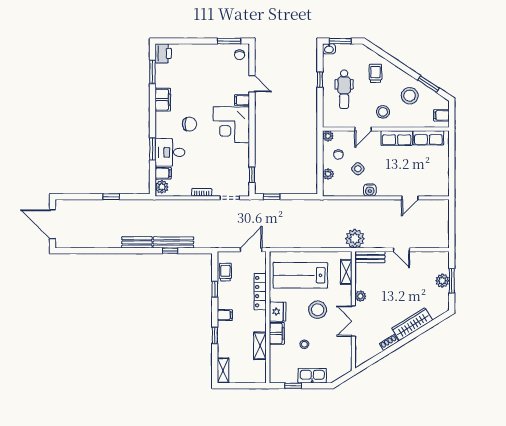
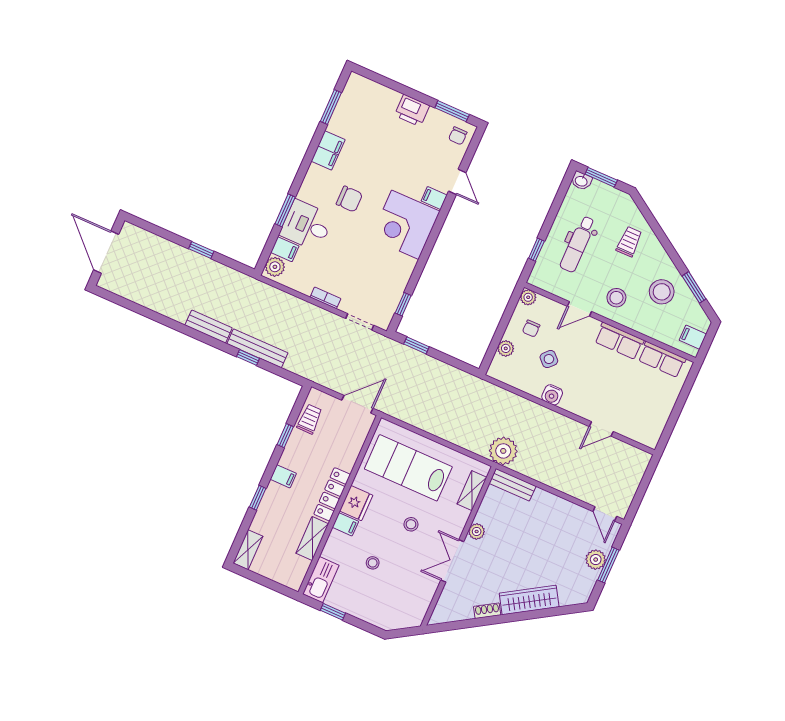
printer: (163, 53) -> (412, 110), moved, turned 90
window: (320, 80) -> (536, 250), moved
door: (401, 250) -> (605, 514), moved
locker: (260, 292) -> (332, 494), moved
stool: (318, 310) -> (411, 524), width x0.53, depth x0.53
filing cabinet: (277, 333) -> (345, 524), width x0.50
kitchen sink: (312, 376) -> (321, 580), moved, turned 90

